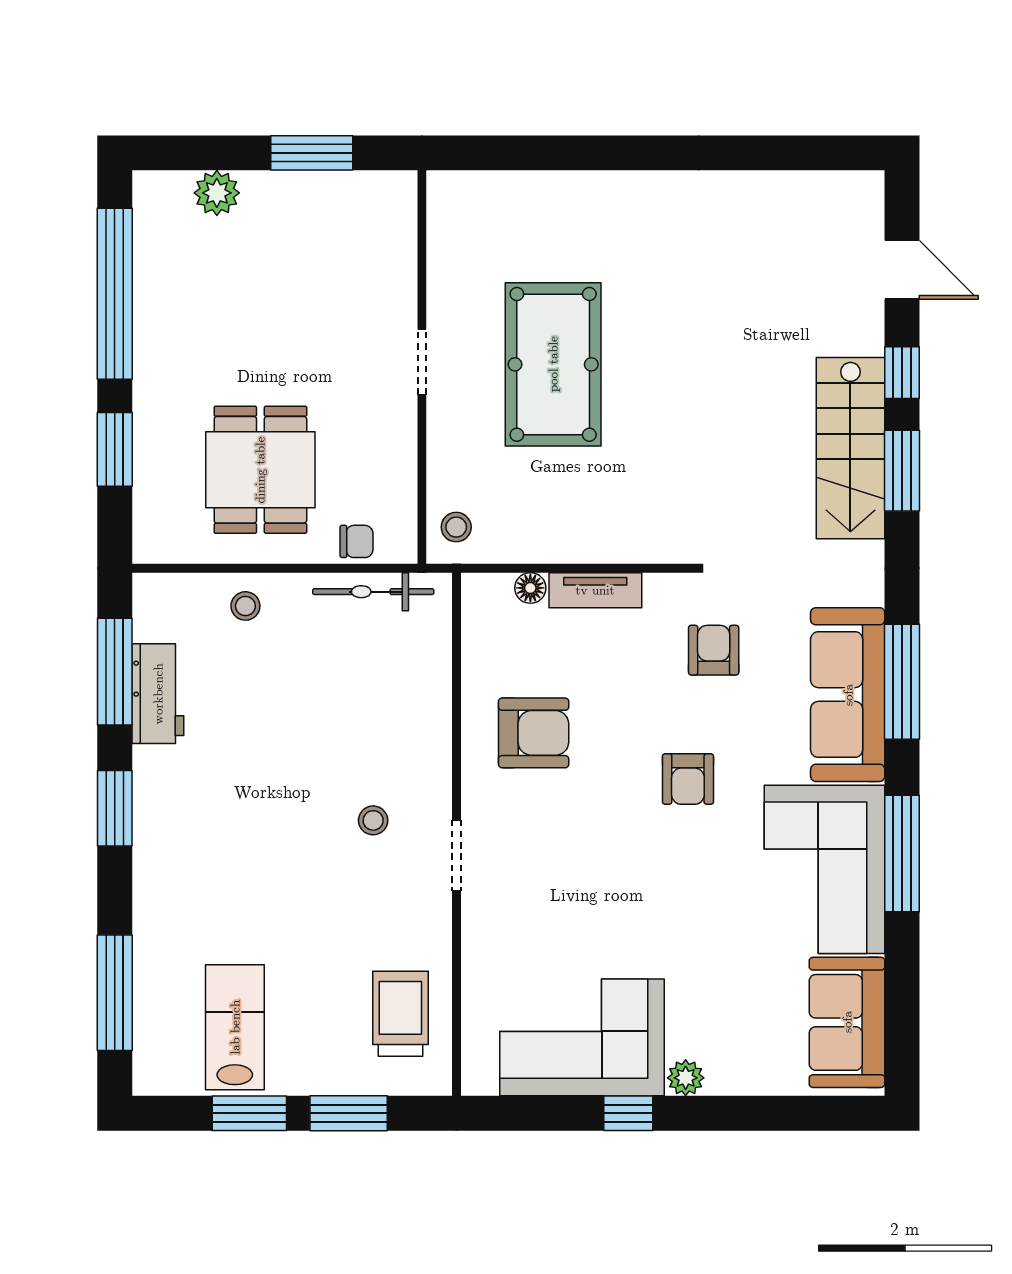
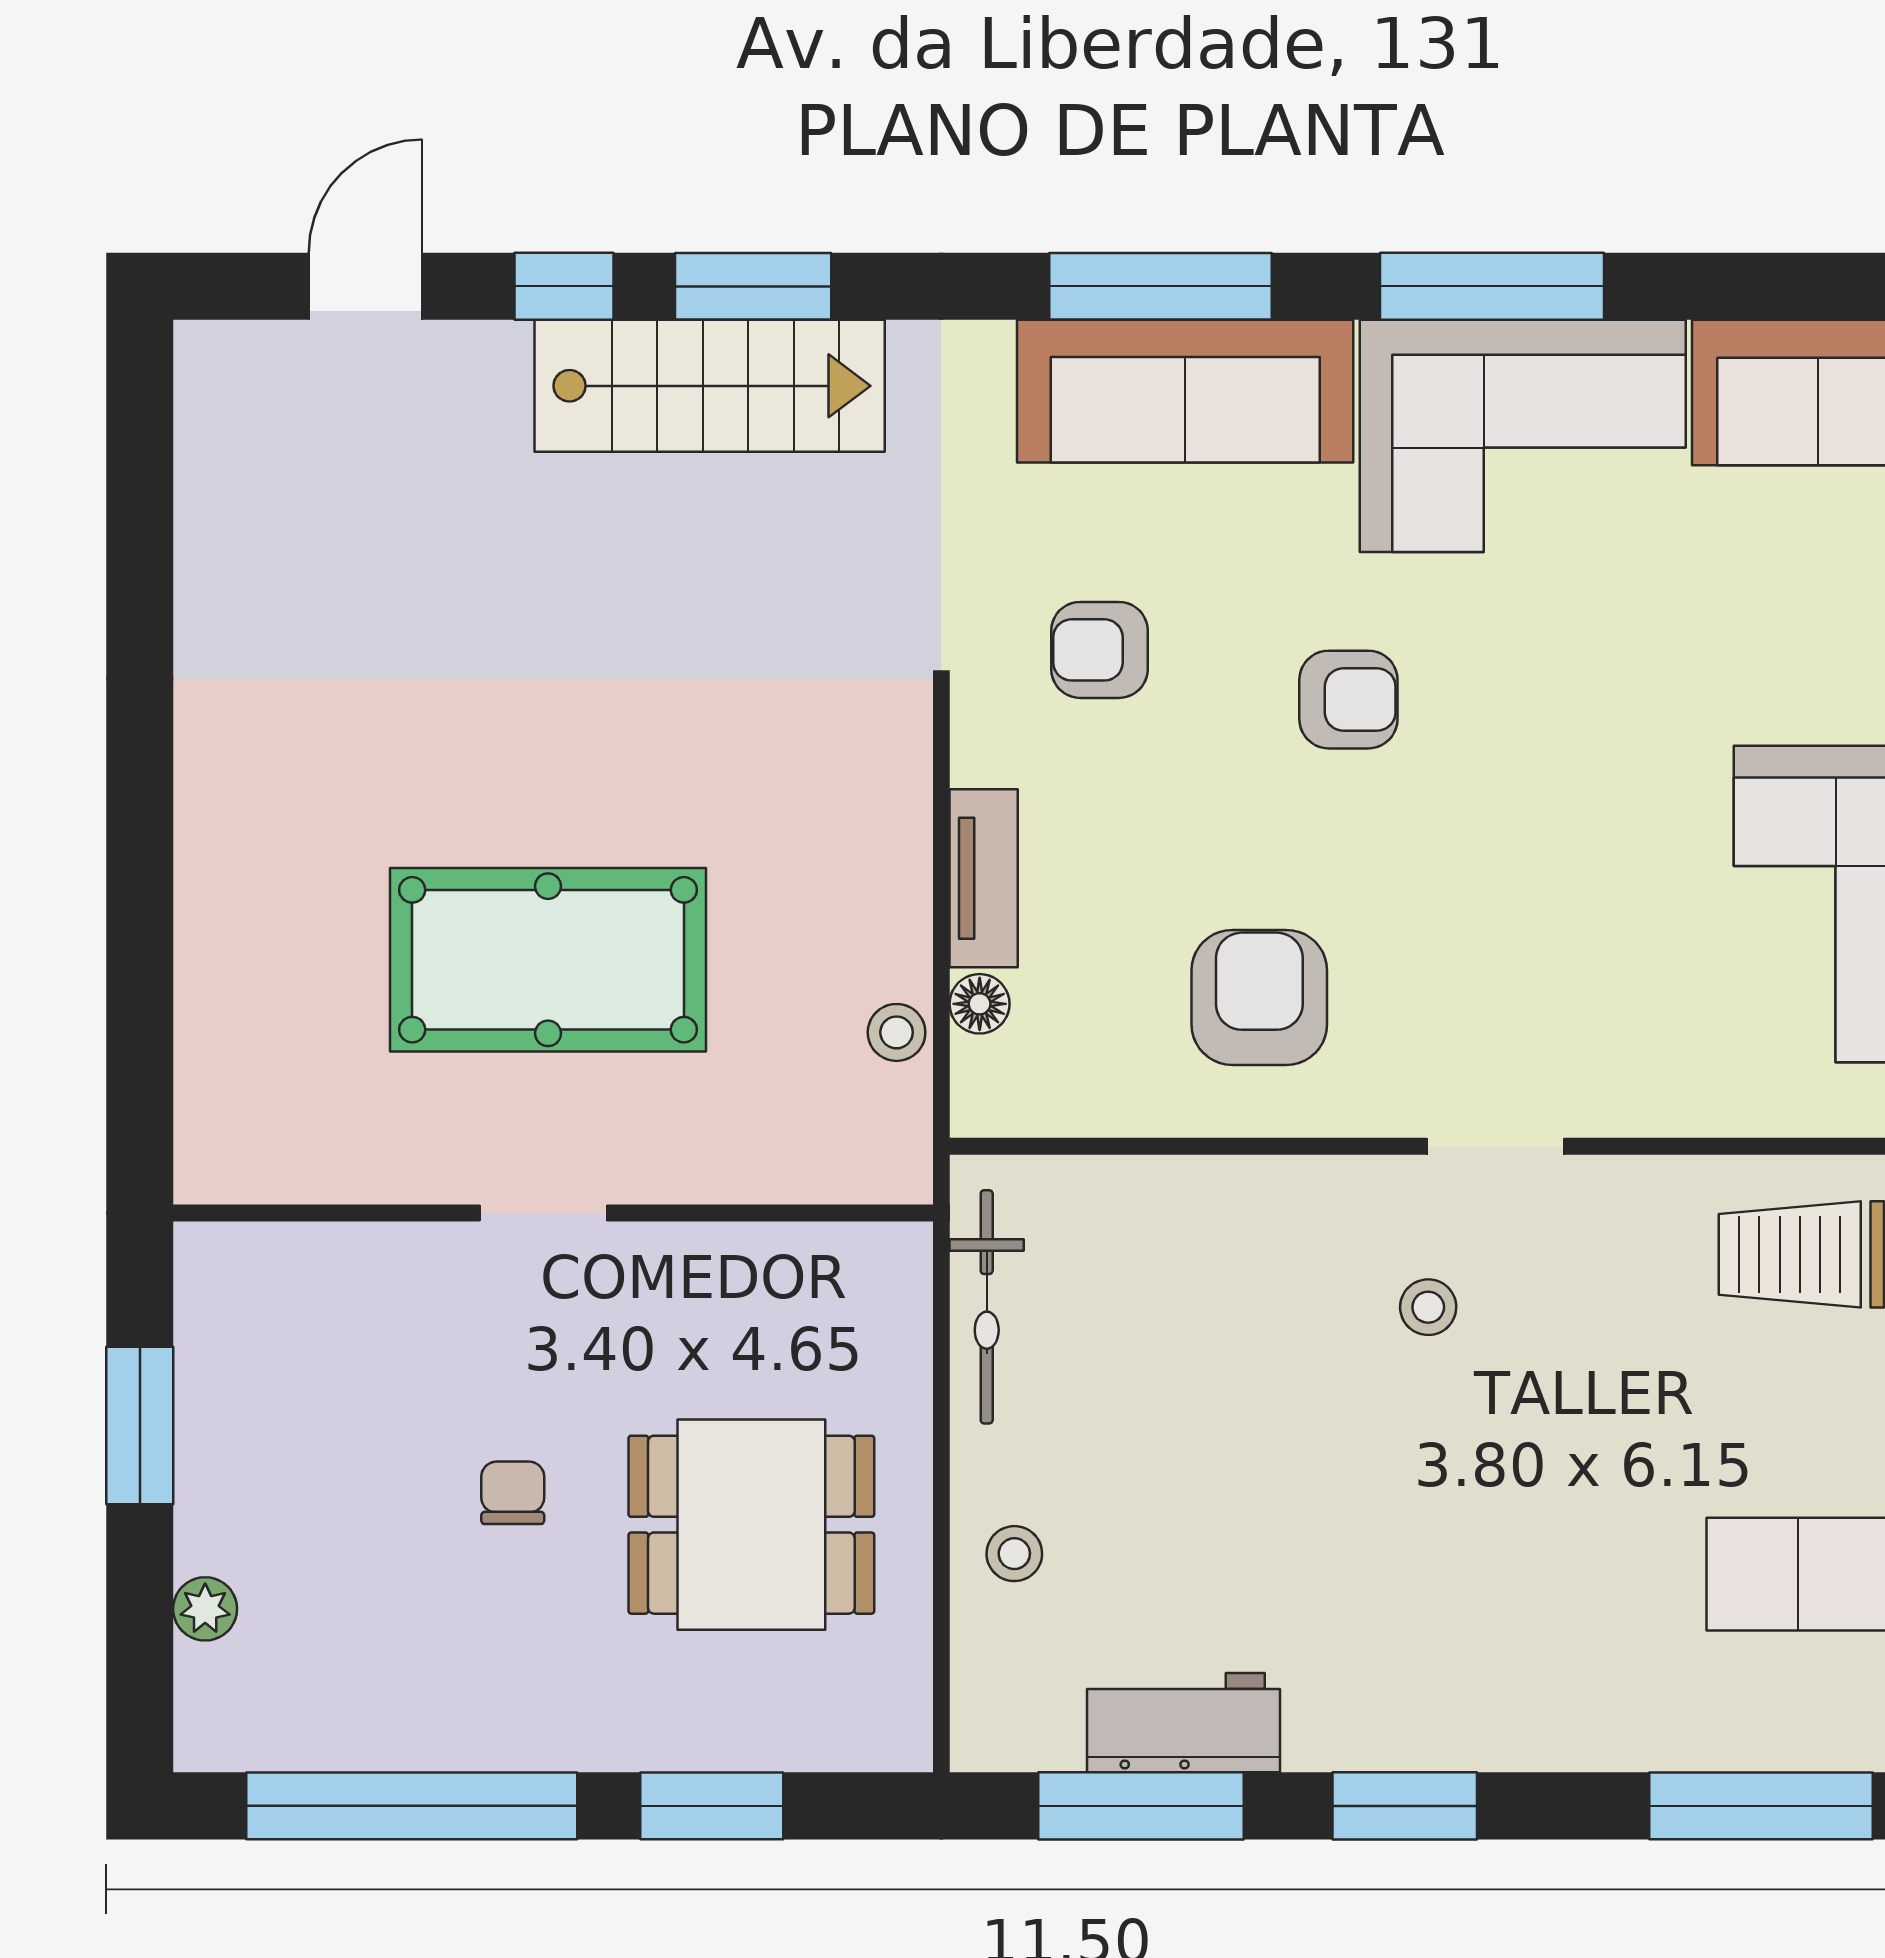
plant: (217, 193) -> (205, 1609), width x0.73, depth x0.73
stool: (456, 527) -> (897, 1032), moved
chair: (356, 541) -> (513, 1493), moved

